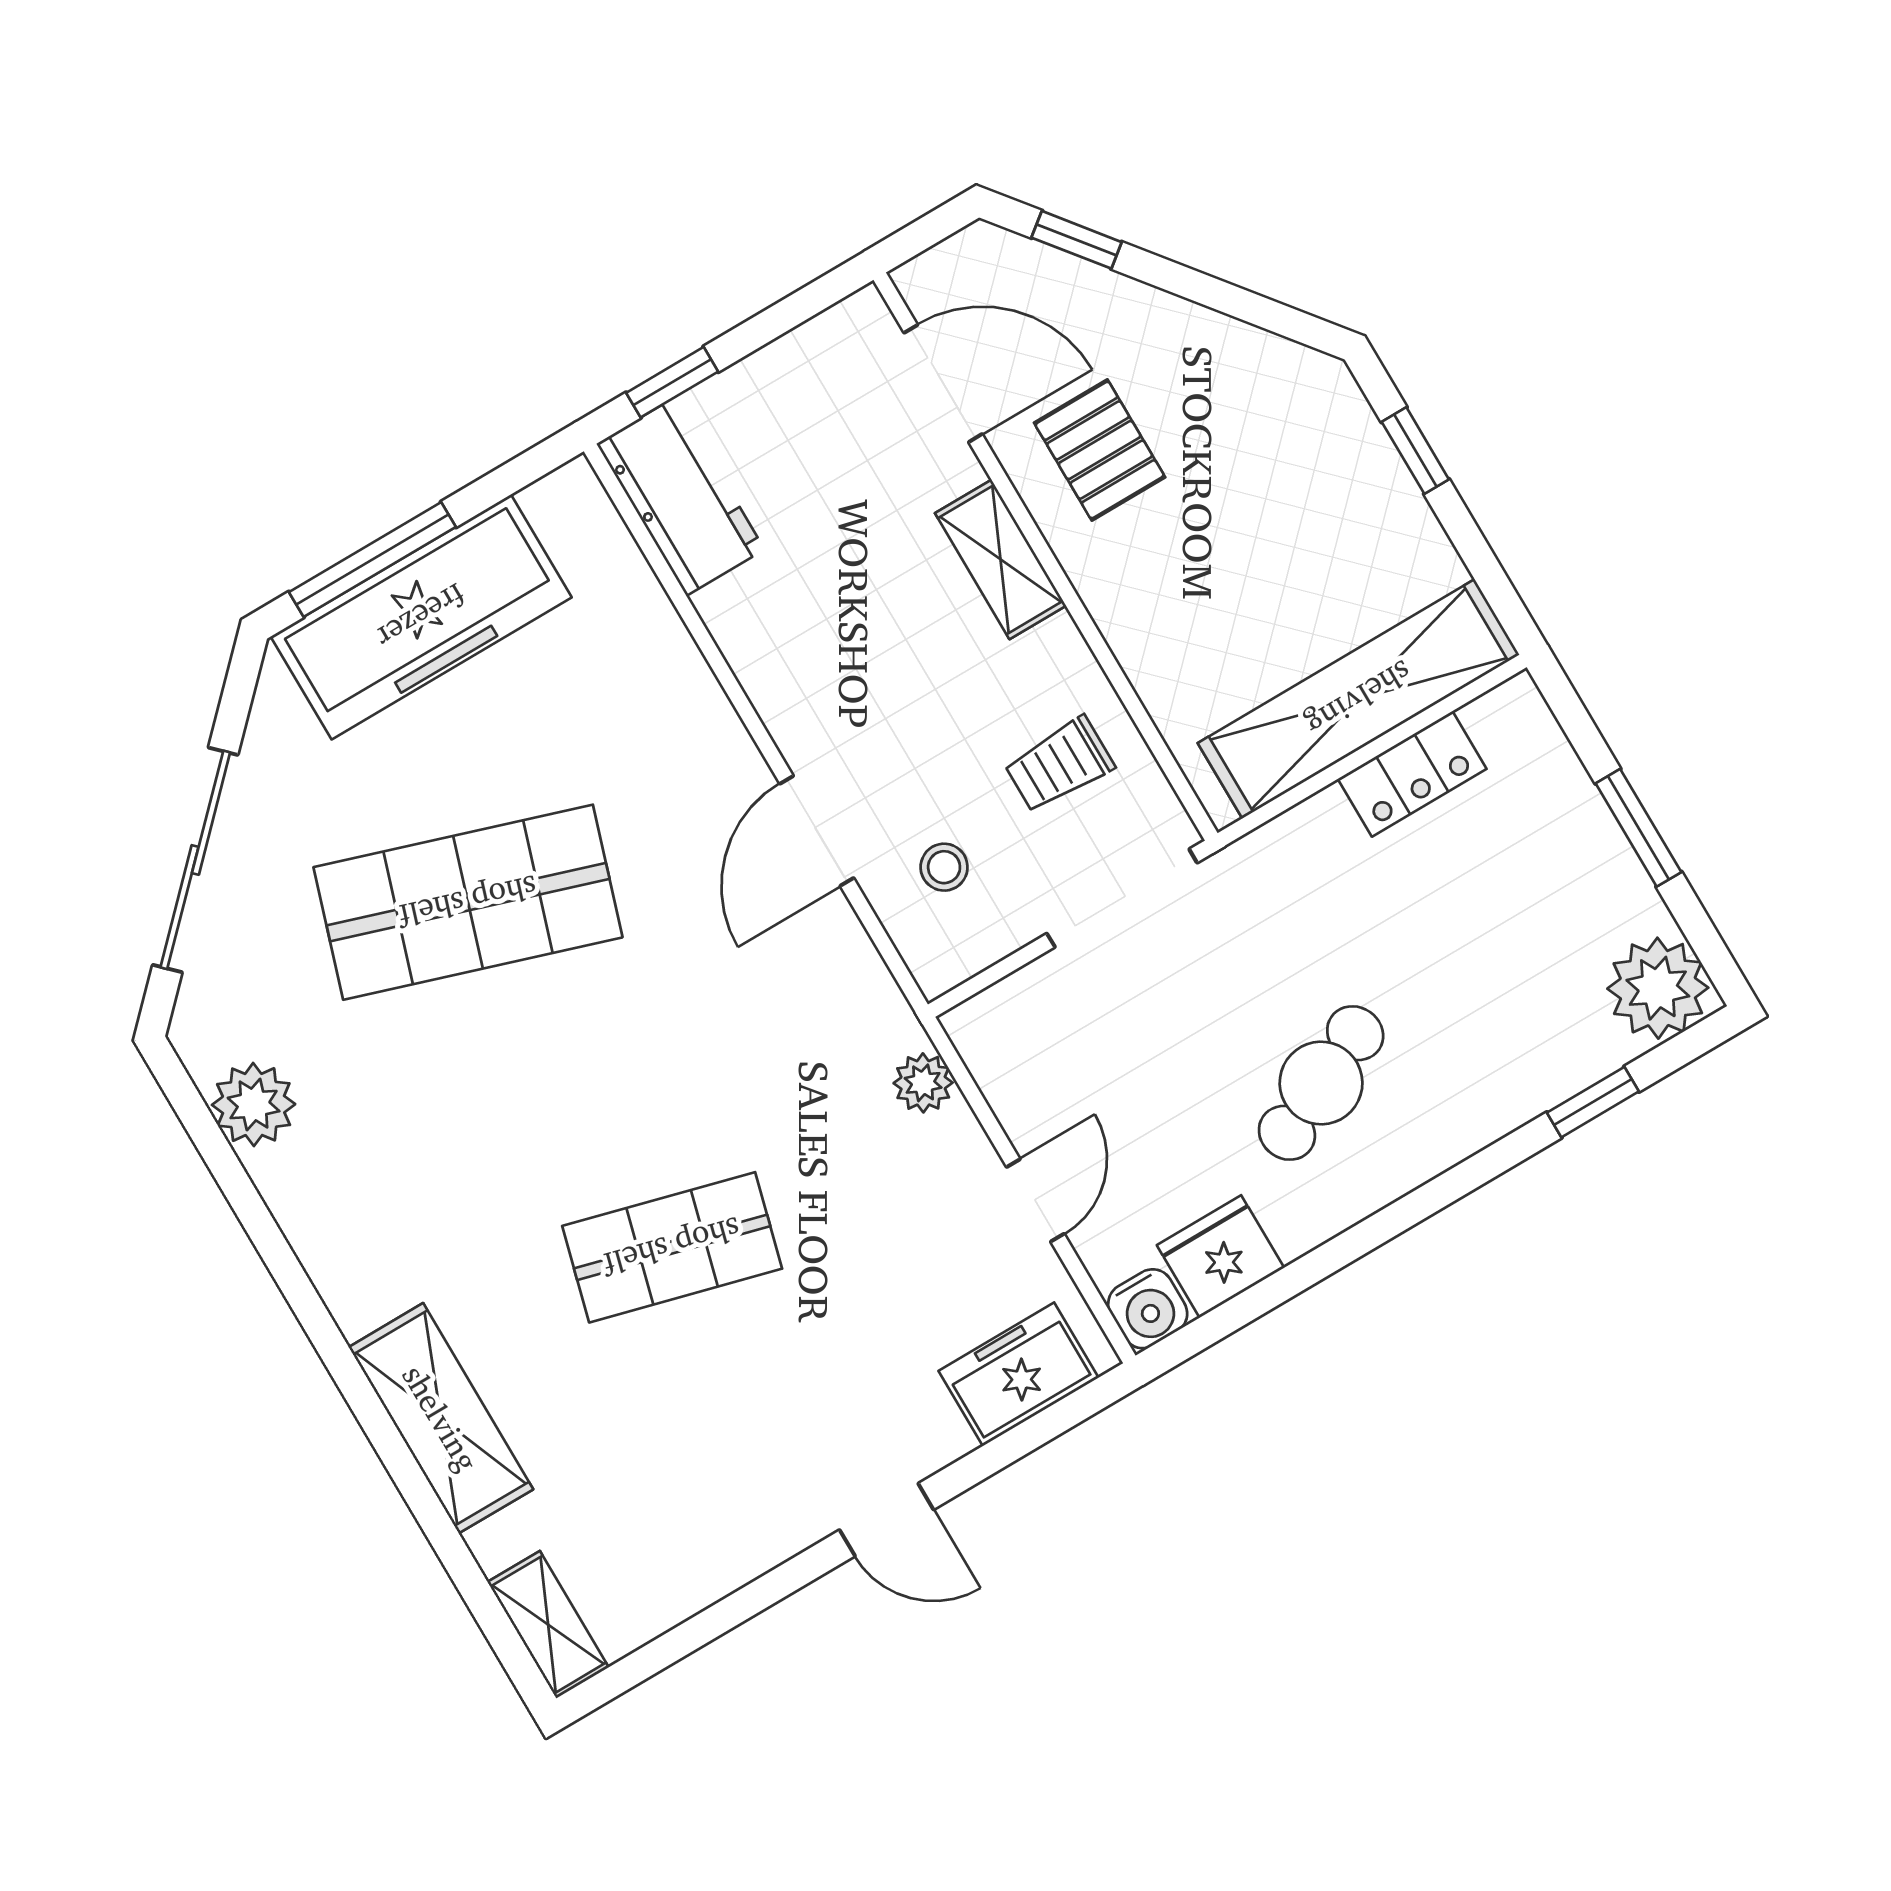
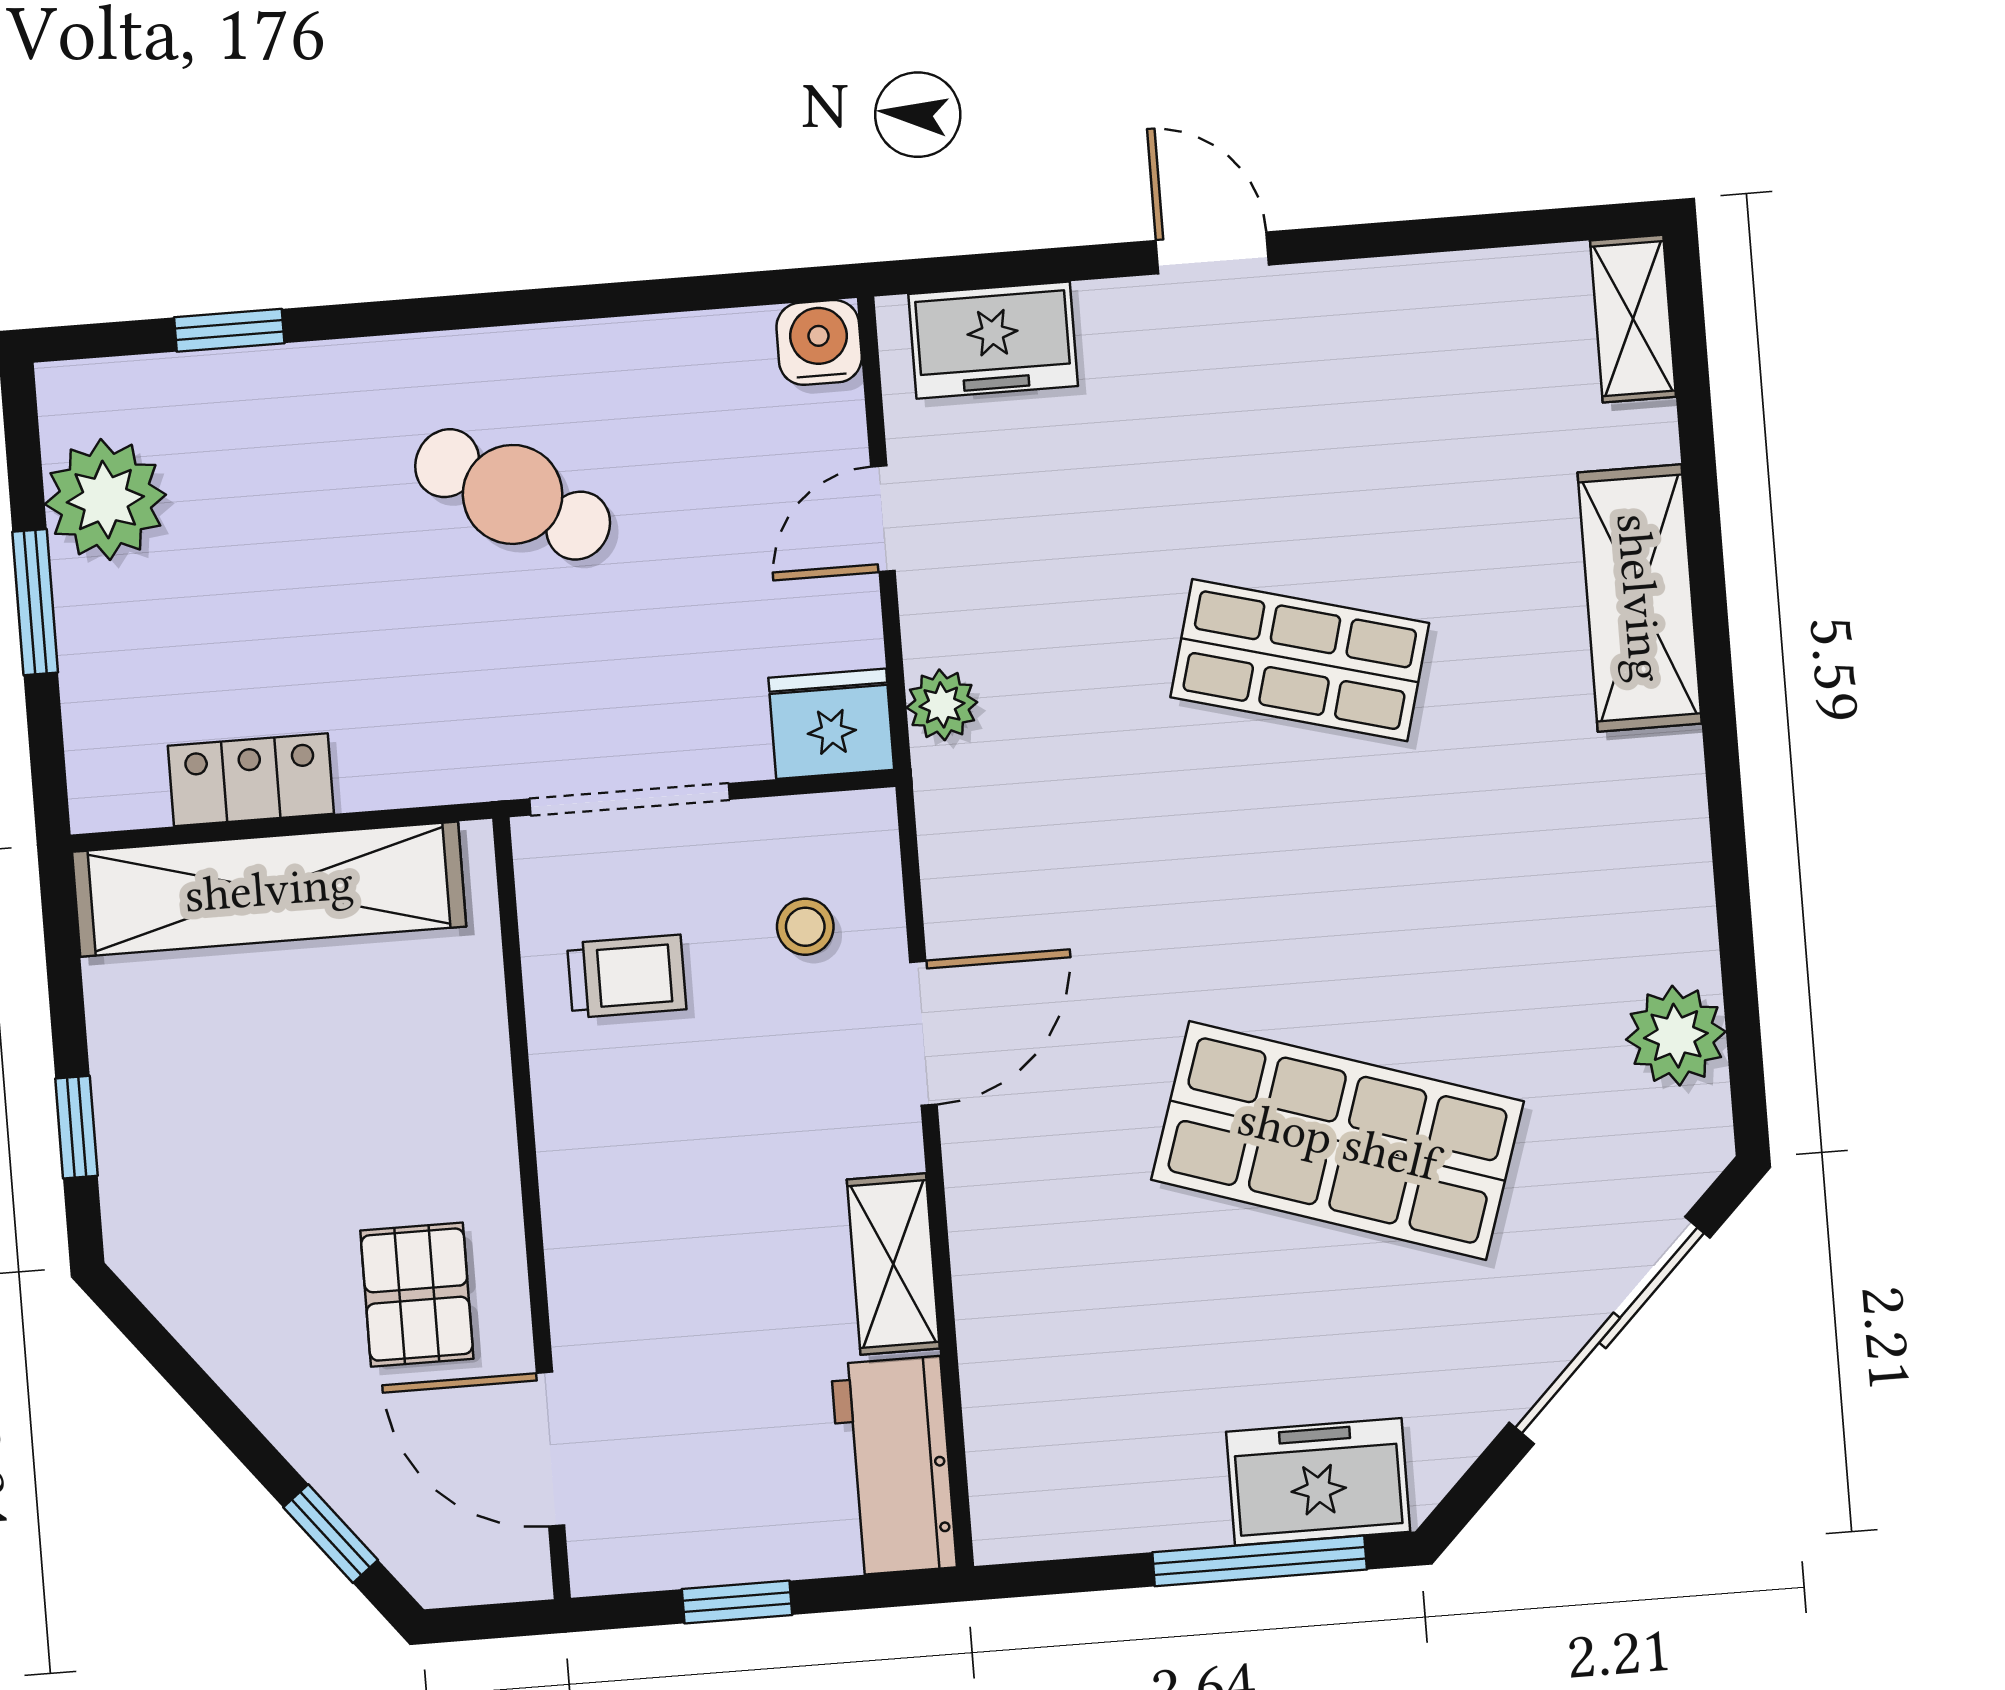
window: (672, 382) -> (737, 1602), moved
shelving: (1001, 559) -> (893, 1264), moved
freezer: (421, 617) -> (1318, 1482), width x0.52, depth x0.79
plant: (1658, 988) -> (105, 499), moved
cafe table: (1321, 1083) -> (513, 494), turned 55
fridge: (1220, 1257) -> (831, 724), moved, turned 180

